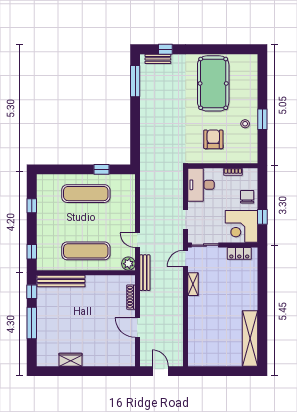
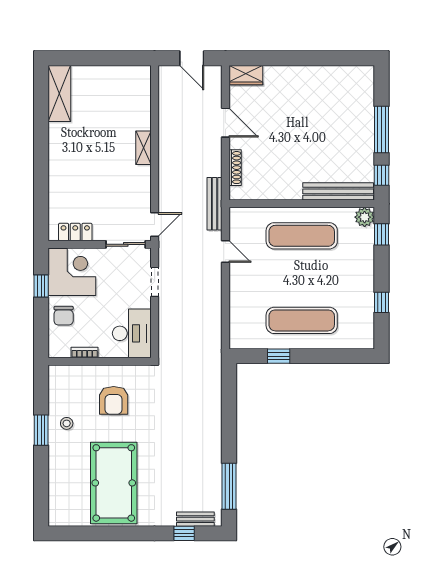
plant: (128, 264) -> (365, 217), moved
shelving: (193, 284) -> (143, 148), moved
shelving: (250, 338) -> (59, 93), width x0.68
wardrobe: (70, 360) -> (246, 75), moved

